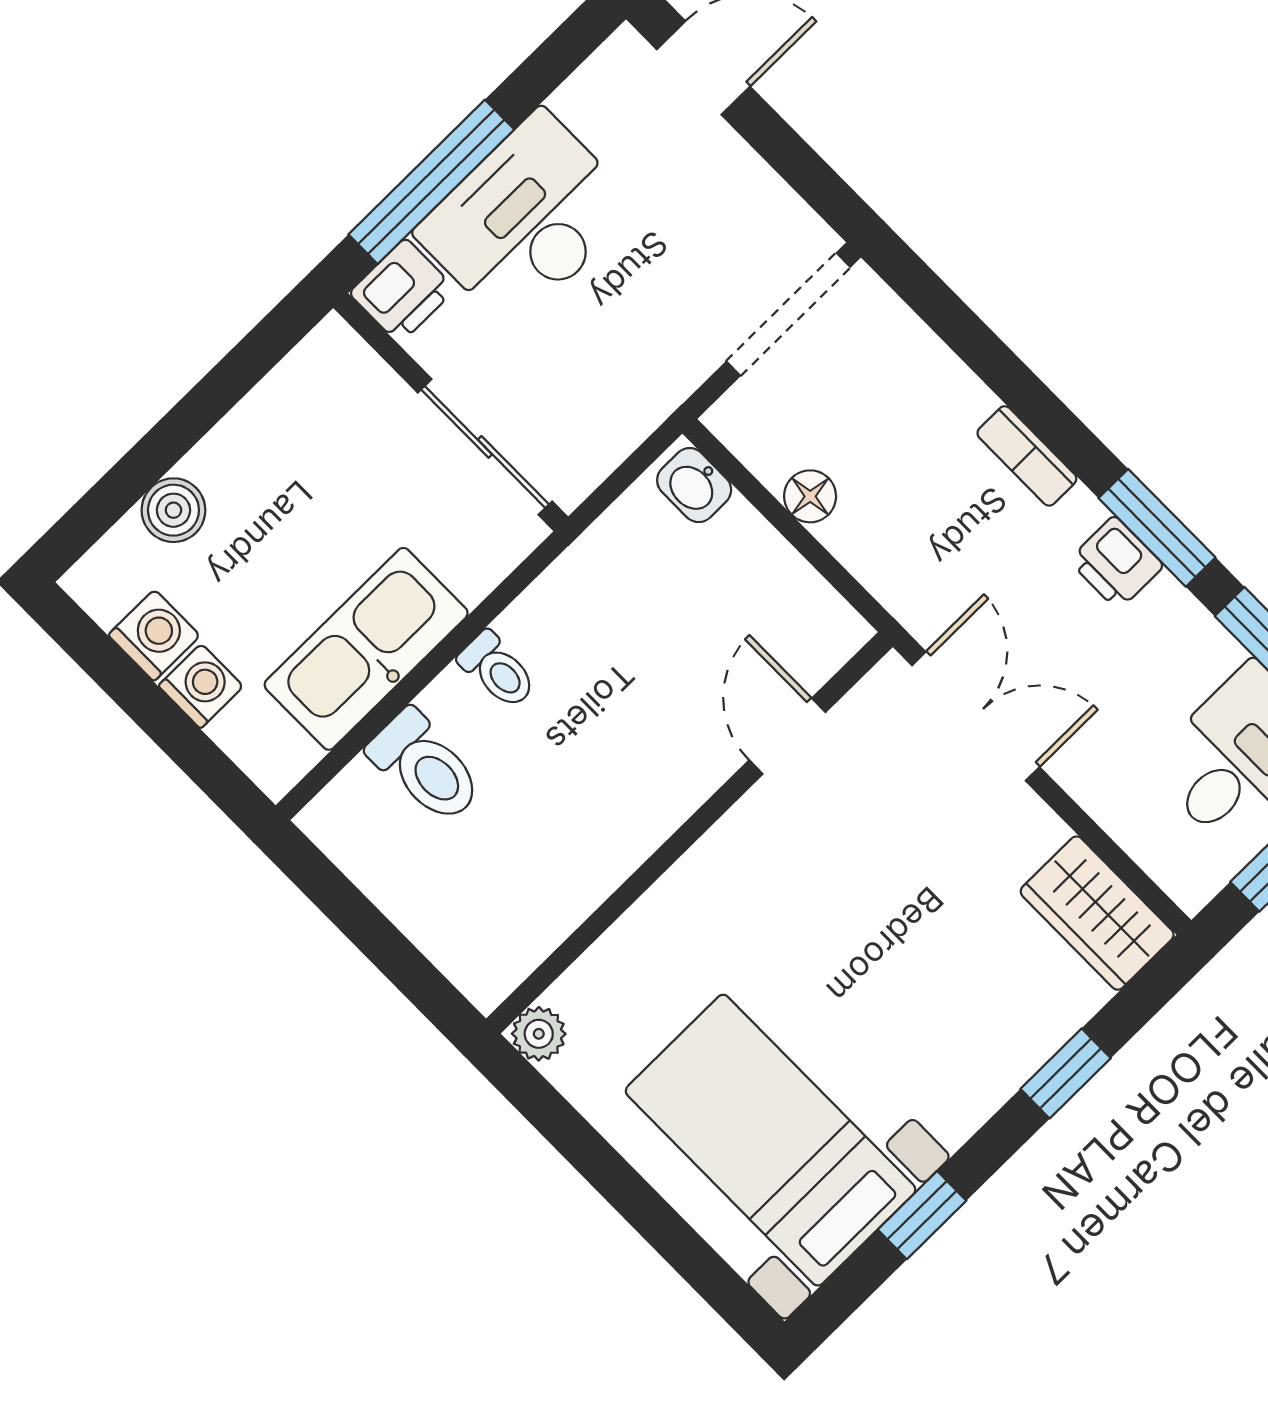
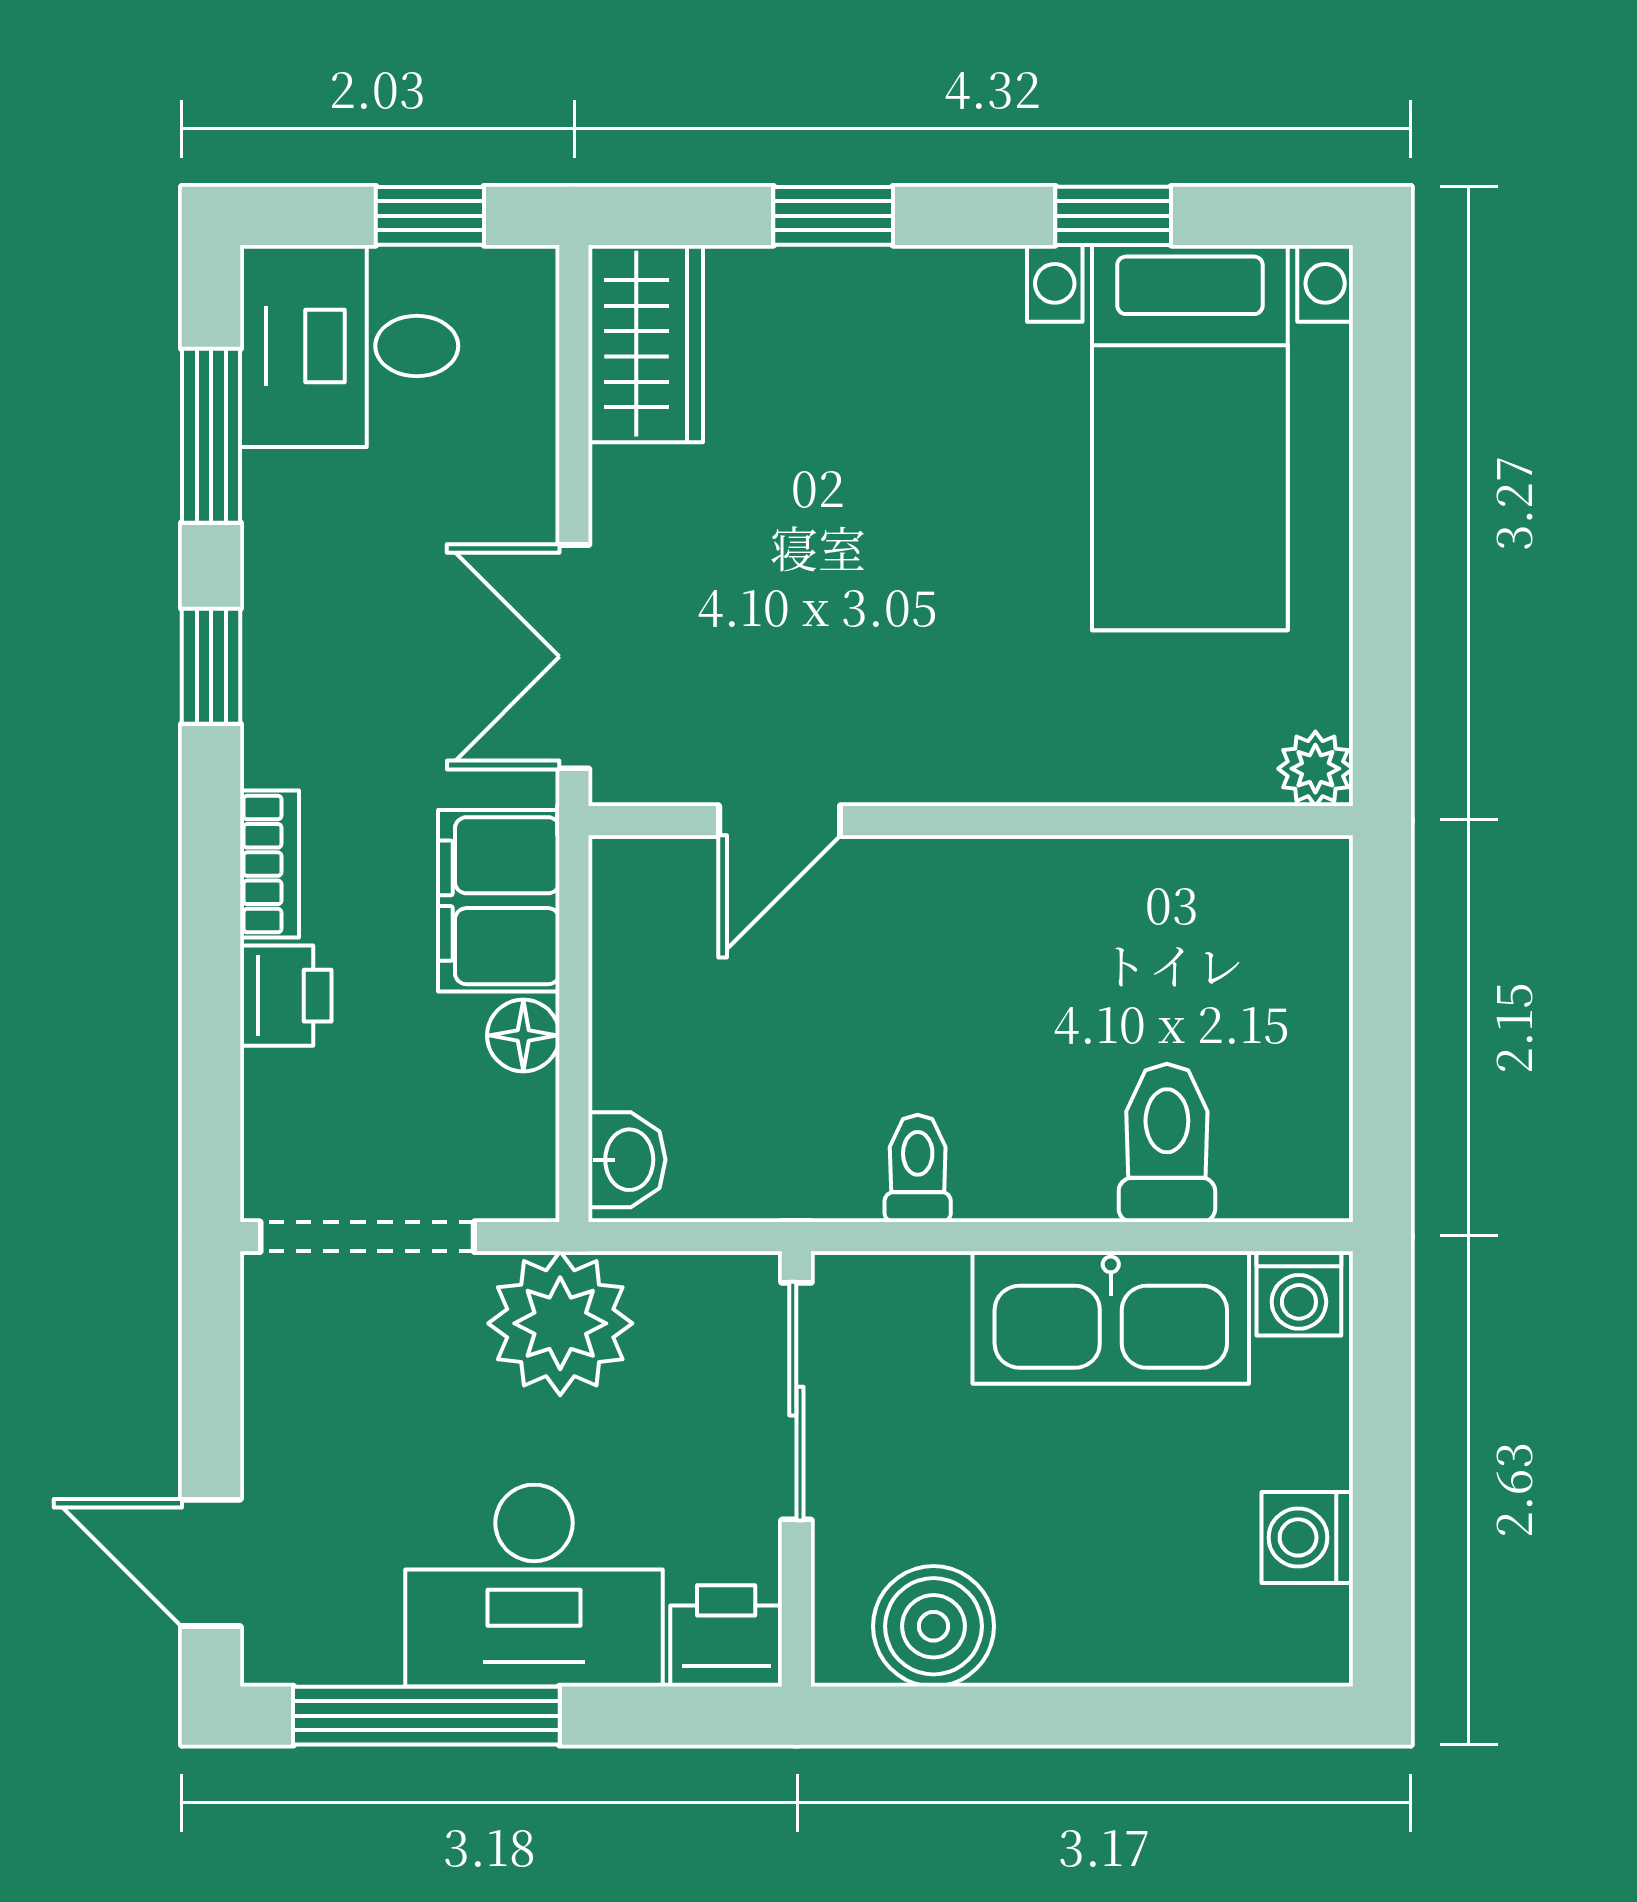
window: (431, 182) -> (426, 1716), moved
plant: (646, 367) -> (560, 1323), added
boiler: (173, 510) -> (934, 1626), moved, width x1.36, depth x1.36
window: (1157, 528) -> (211, 666), width x0.67
filing cabinet: (891, 553) -> (499, 901), added
printer: (1116, 563) -> (286, 996), moved
toilet: (497, 670) -> (918, 1168), moved
washing machine: (201, 686) -> (1299, 1293), moved, turned -90

